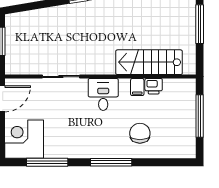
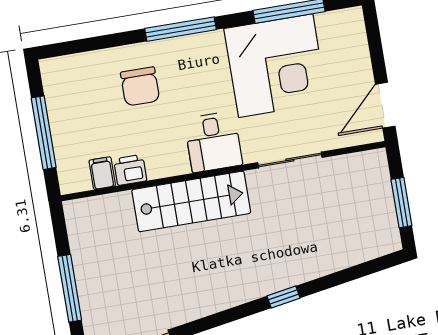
stairs: (149, 62) -> (191, 201), moved
filing cabinet: (137, 87) -> (102, 173), moved
corner desk: (24, 139) -> (276, 66), moved, width x1.36, depth x1.36

